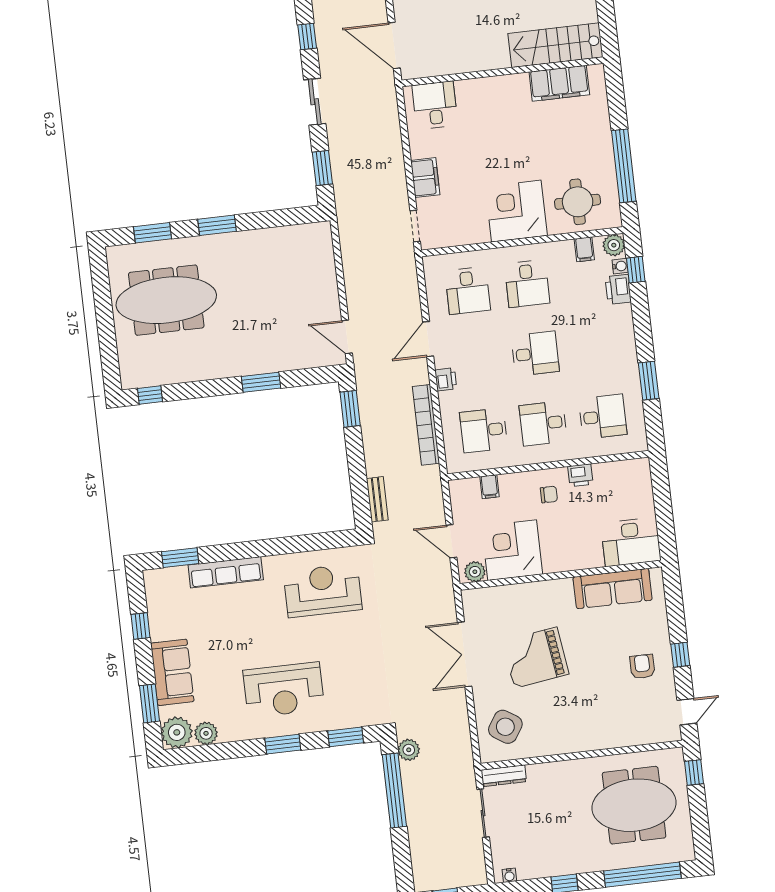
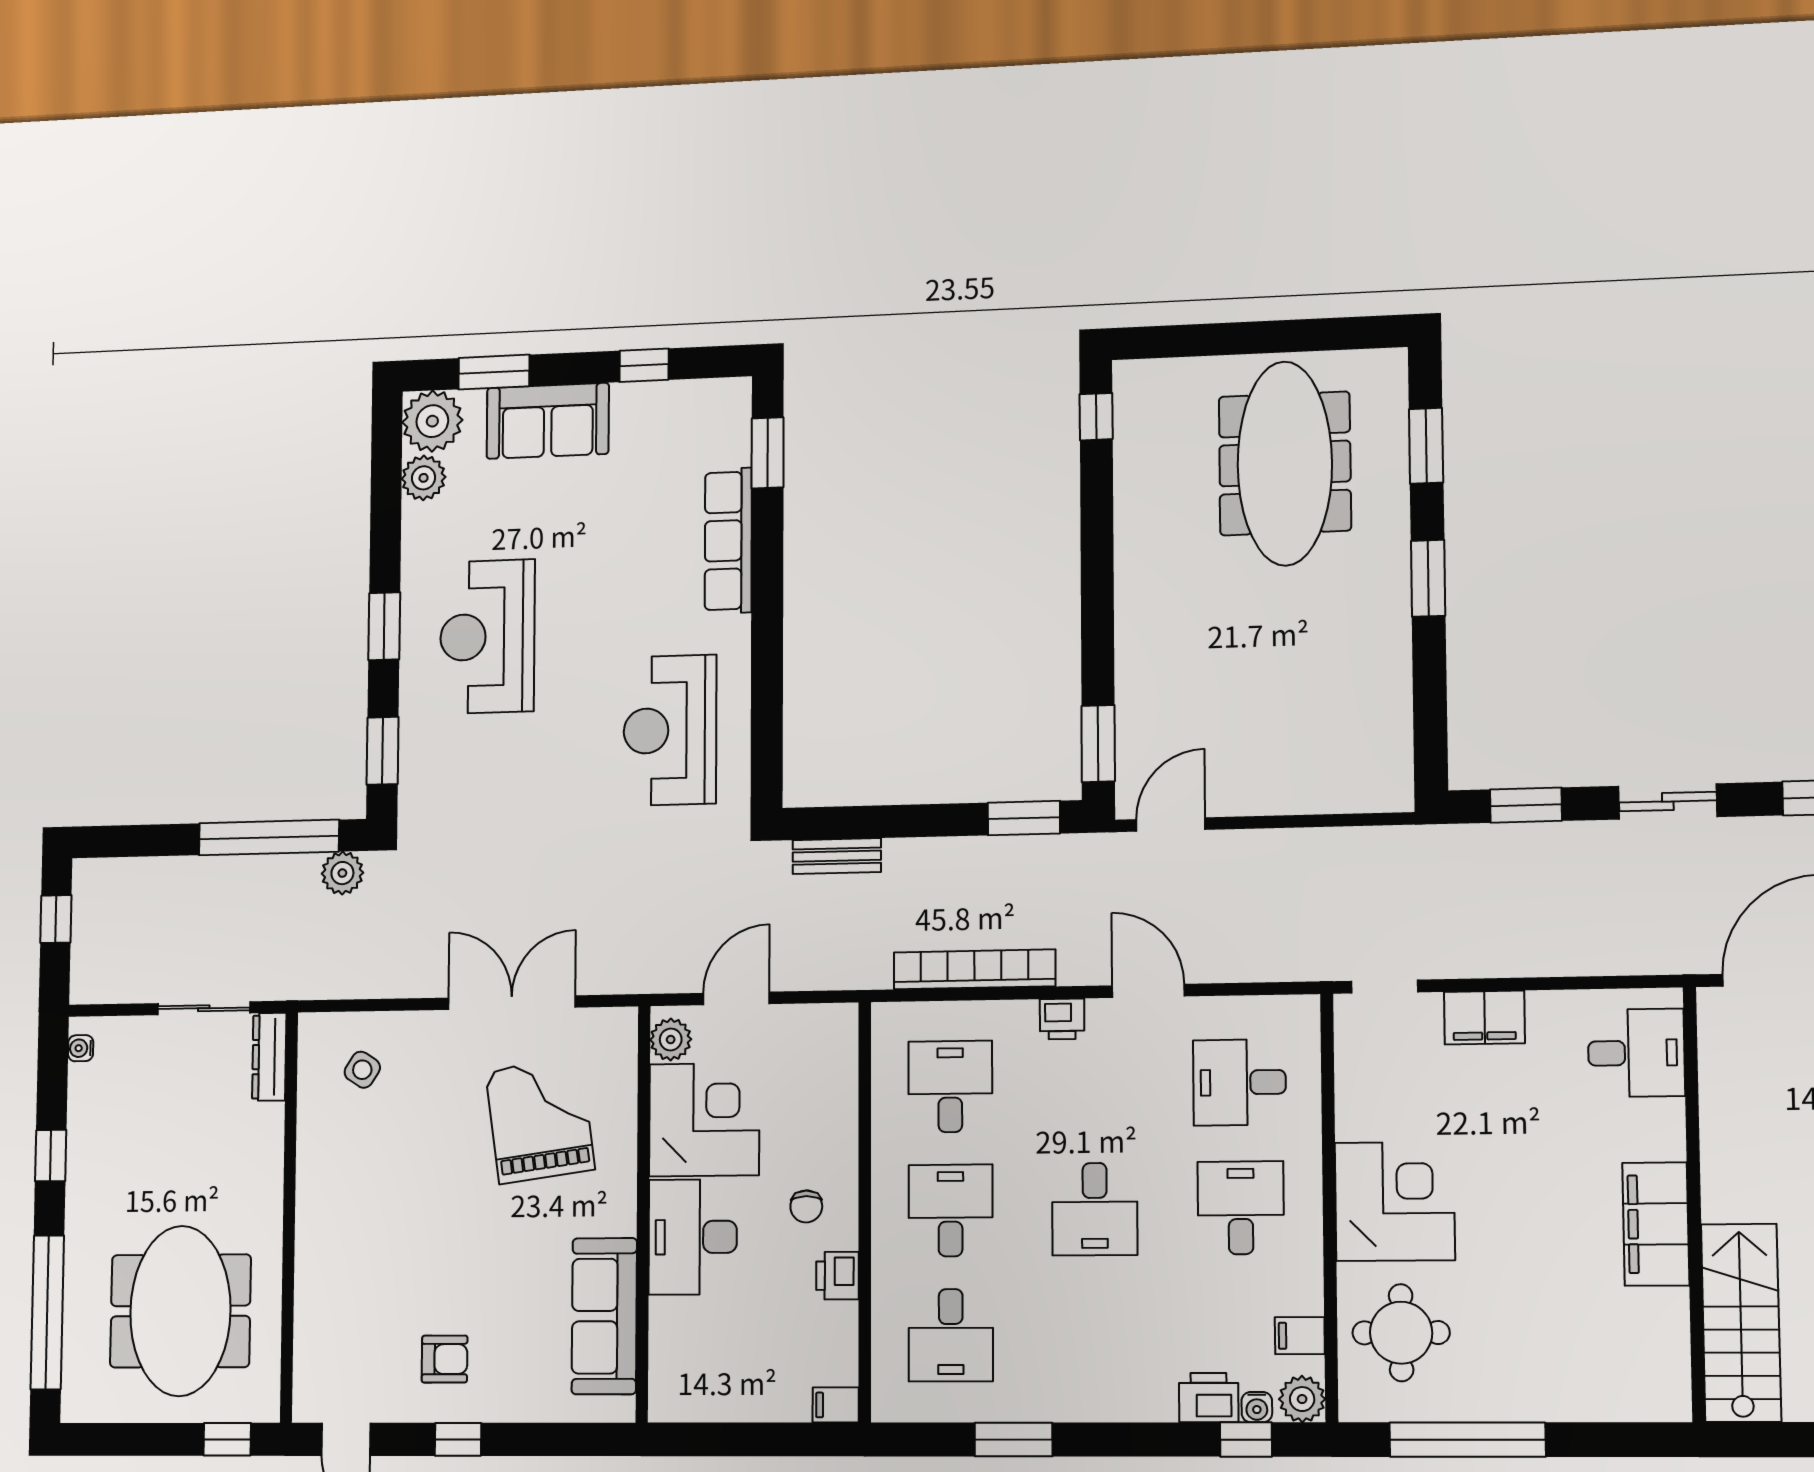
filing cabinet: (559, 83) -> (1656, 1224), moved
desk: (527, 284) -> (1241, 1208), turned 90
window: (261, 382) -> (1098, 744), moved
filing cabinet: (489, 487) -> (836, 1405), moved
desk: (631, 542) -> (693, 1237), moved
reception desk: (323, 591) -> (670, 730), turned 180
grand piano: (536, 658) -> (540, 1120), moved
side table: (505, 727) -> (362, 1070), width x0.54, depth x0.54

